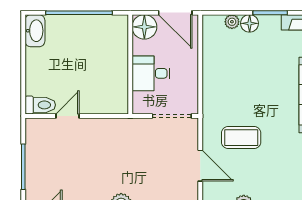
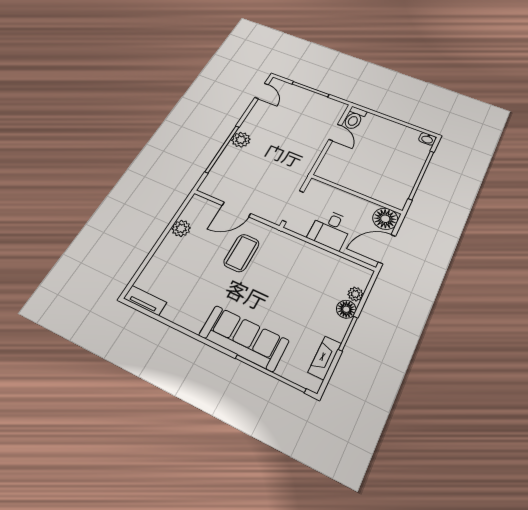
washbasin: (35, 31) -> (427, 139), width x0.52, depth x0.69
desk: (151, 73) -> (330, 229), moved, turned 180

